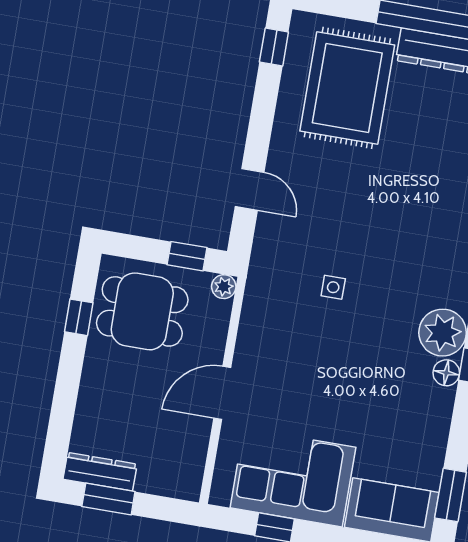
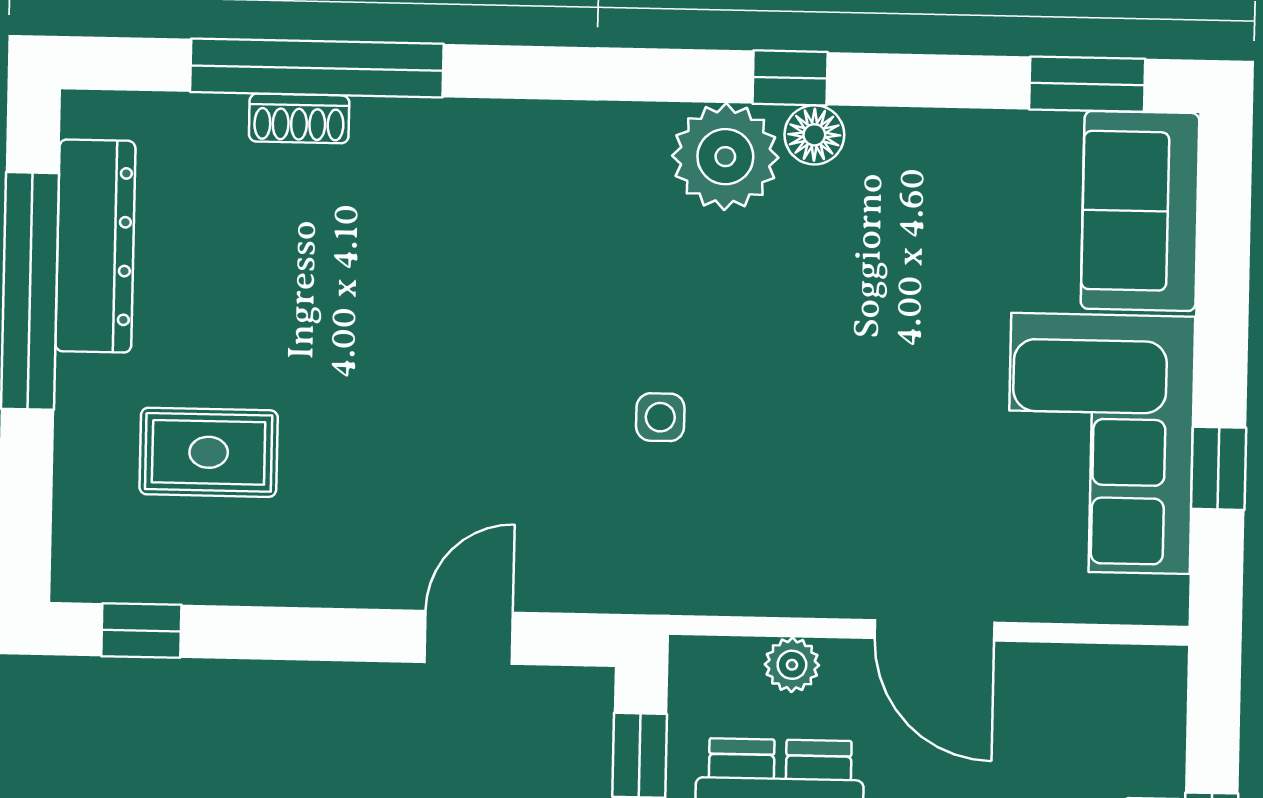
rug: (347, 88) -> (209, 452), width x0.54, depth x0.49
plant: (224, 287) -> (792, 665), moved

